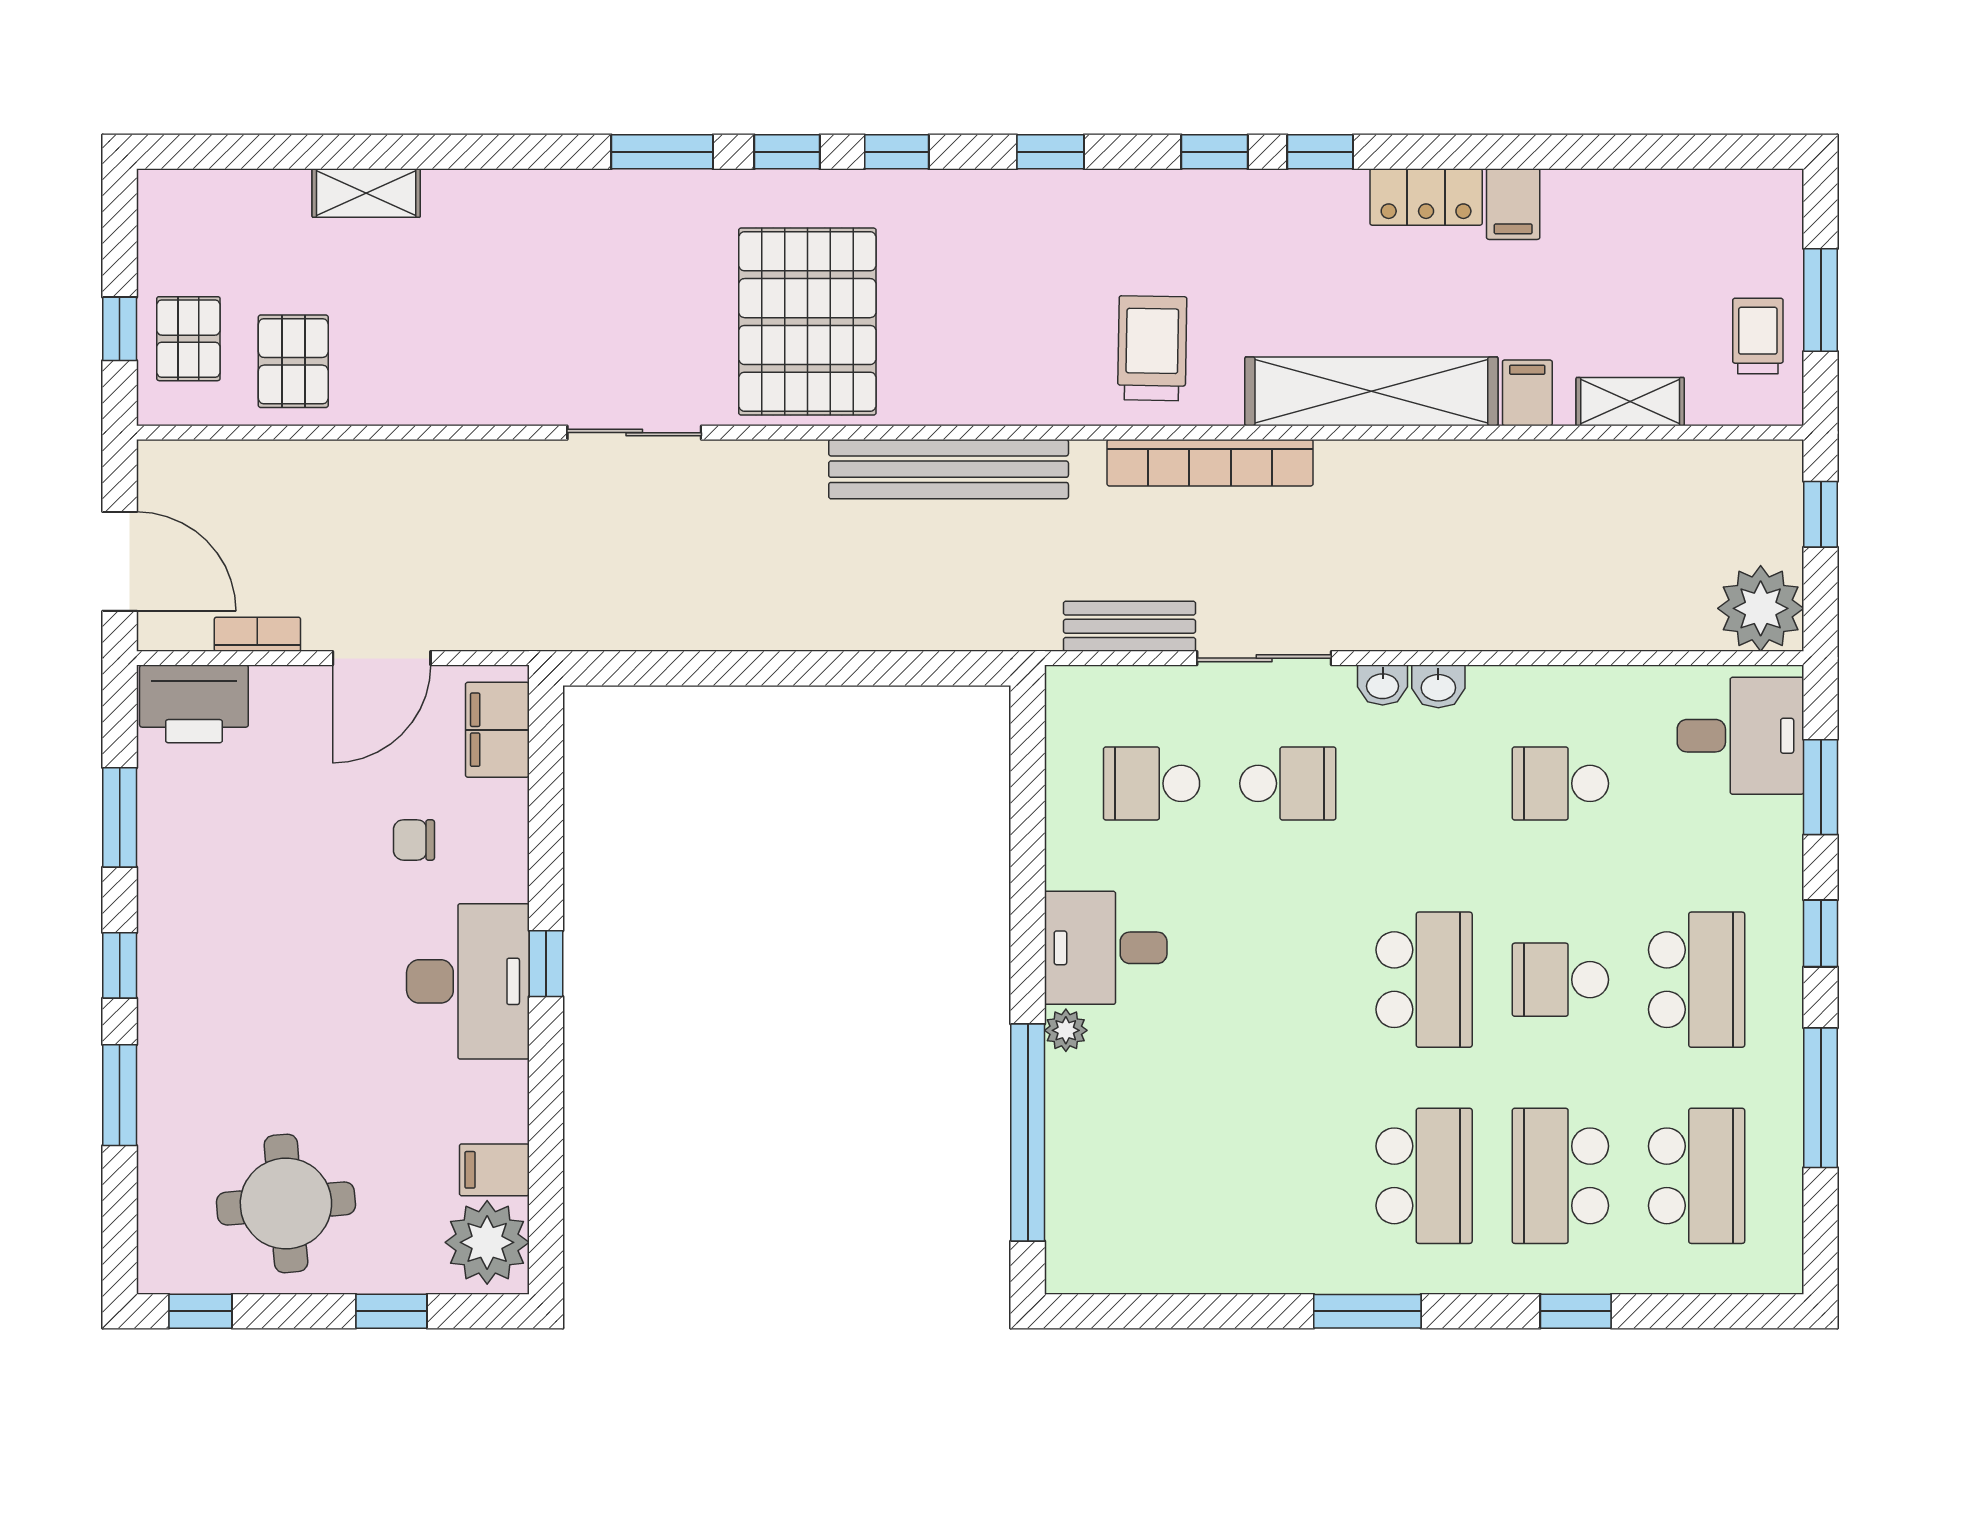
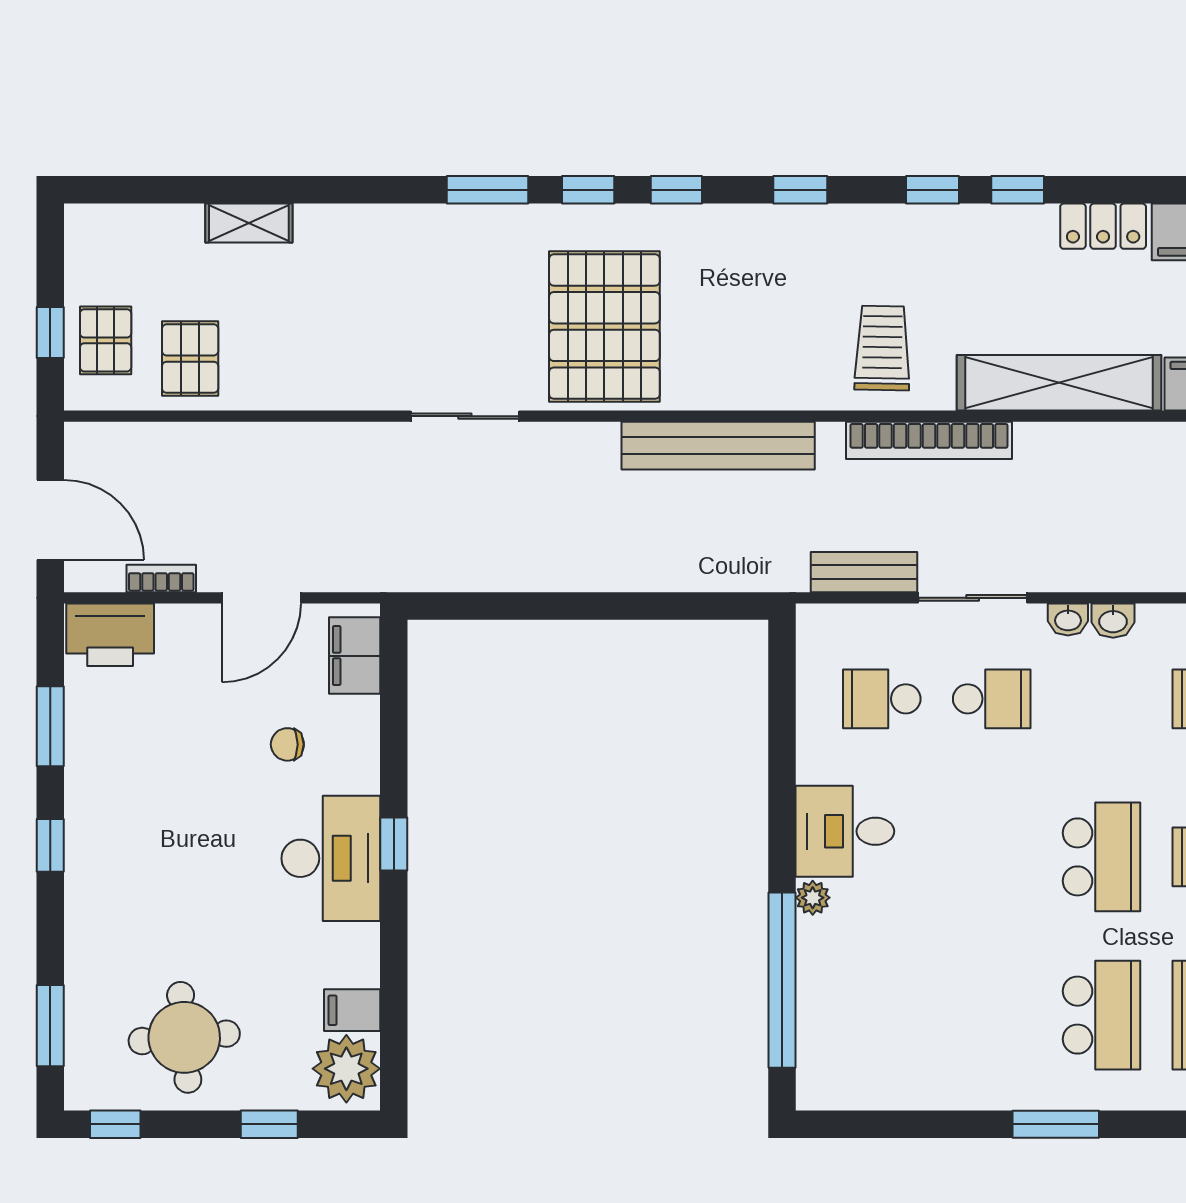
window: (120, 1095) -> (50, 1026), moved

